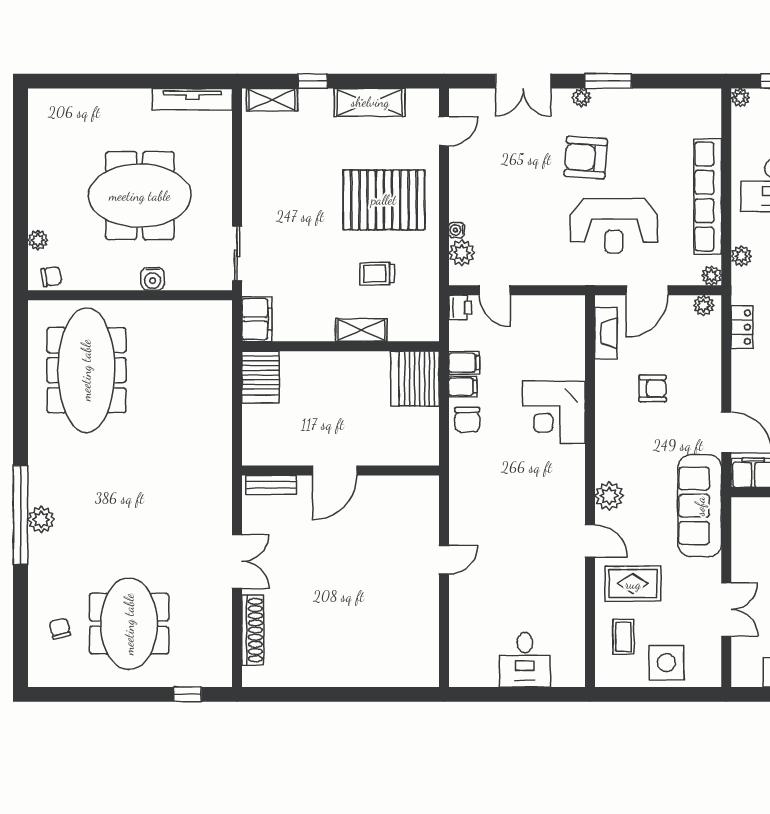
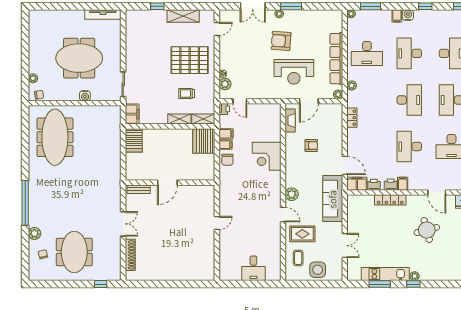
shelving: (272, 100) -> (203, 119), moved
plant: (704, 305) -> (334, 108), removed
plant: (41, 520) -> (34, 233), moved

